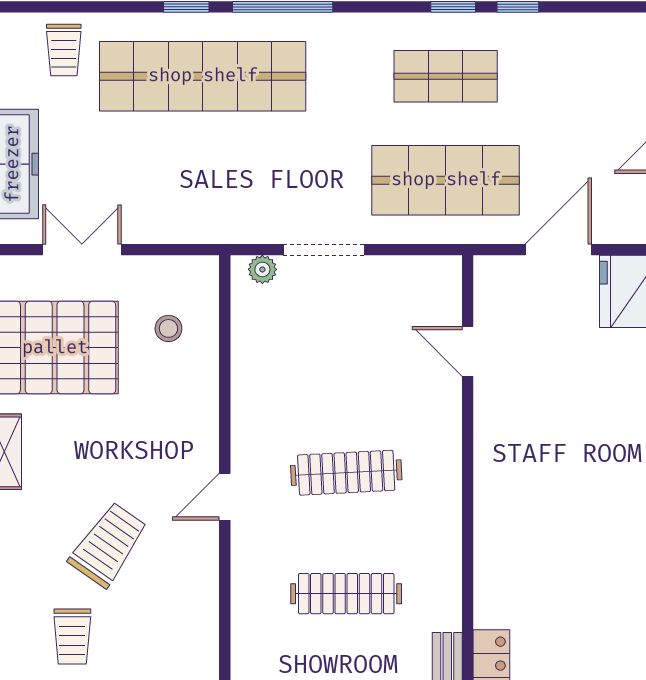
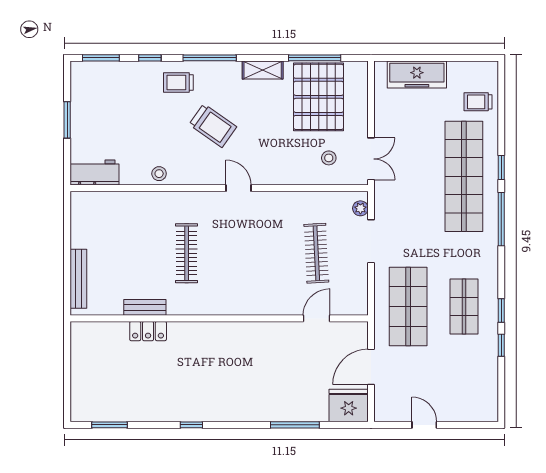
double door: (82, 250) -> (371, 159), moved
door: (558, 250) -> (371, 367), swing flipped
clothes rail: (346, 473) -> (316, 253), moved
trolley: (72, 637) -> (178, 83), moved
stool: (198, 645) -> (159, 174), added

